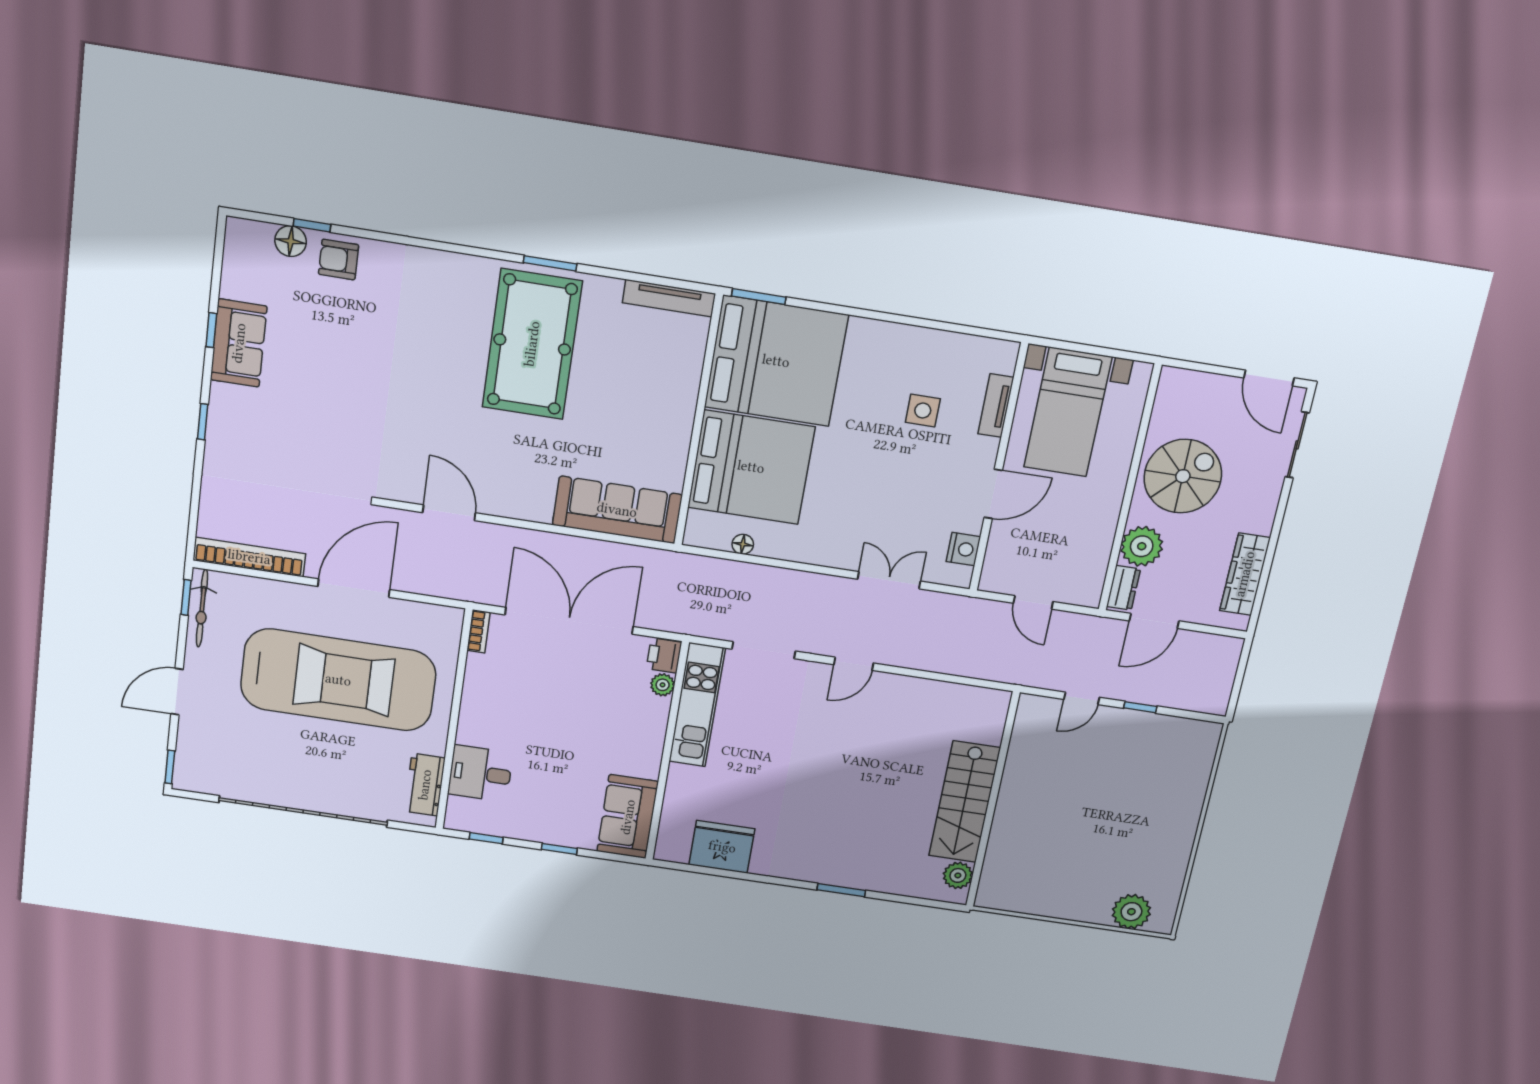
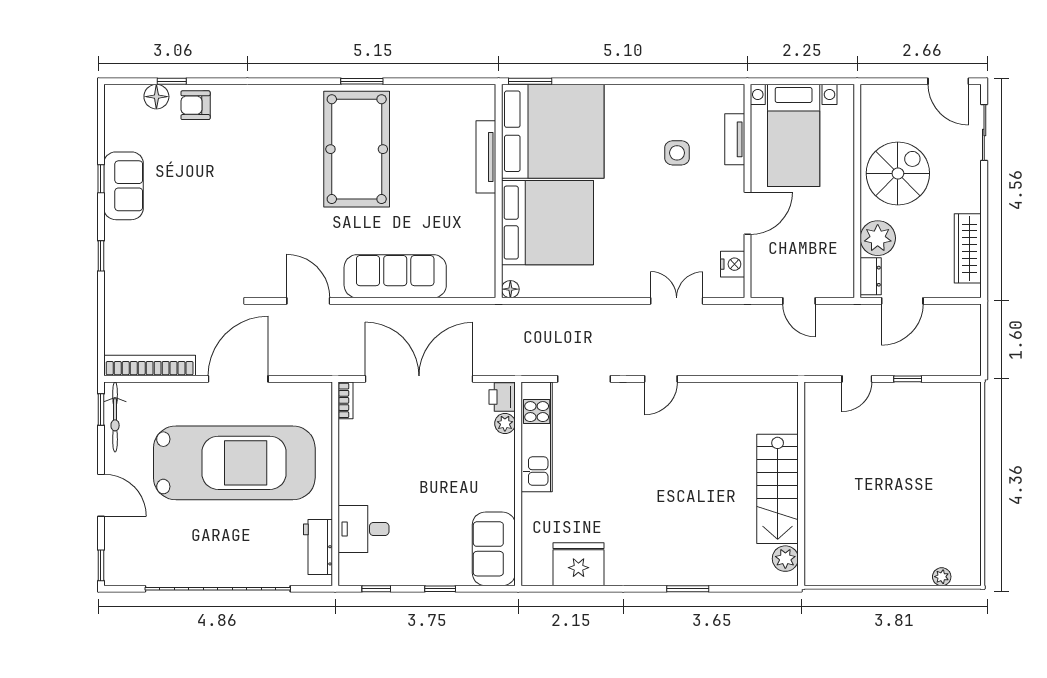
tv unit: (669, 298) -> (486, 157), moved, turned 90
sofa: (617, 510) -> (395, 276), moved
floor lamp: (743, 544) -> (510, 289), moved
door: (177, 692) -> (101, 495), swing flipped
plant: (1131, 912) -> (942, 577), width x0.53, depth x0.53

